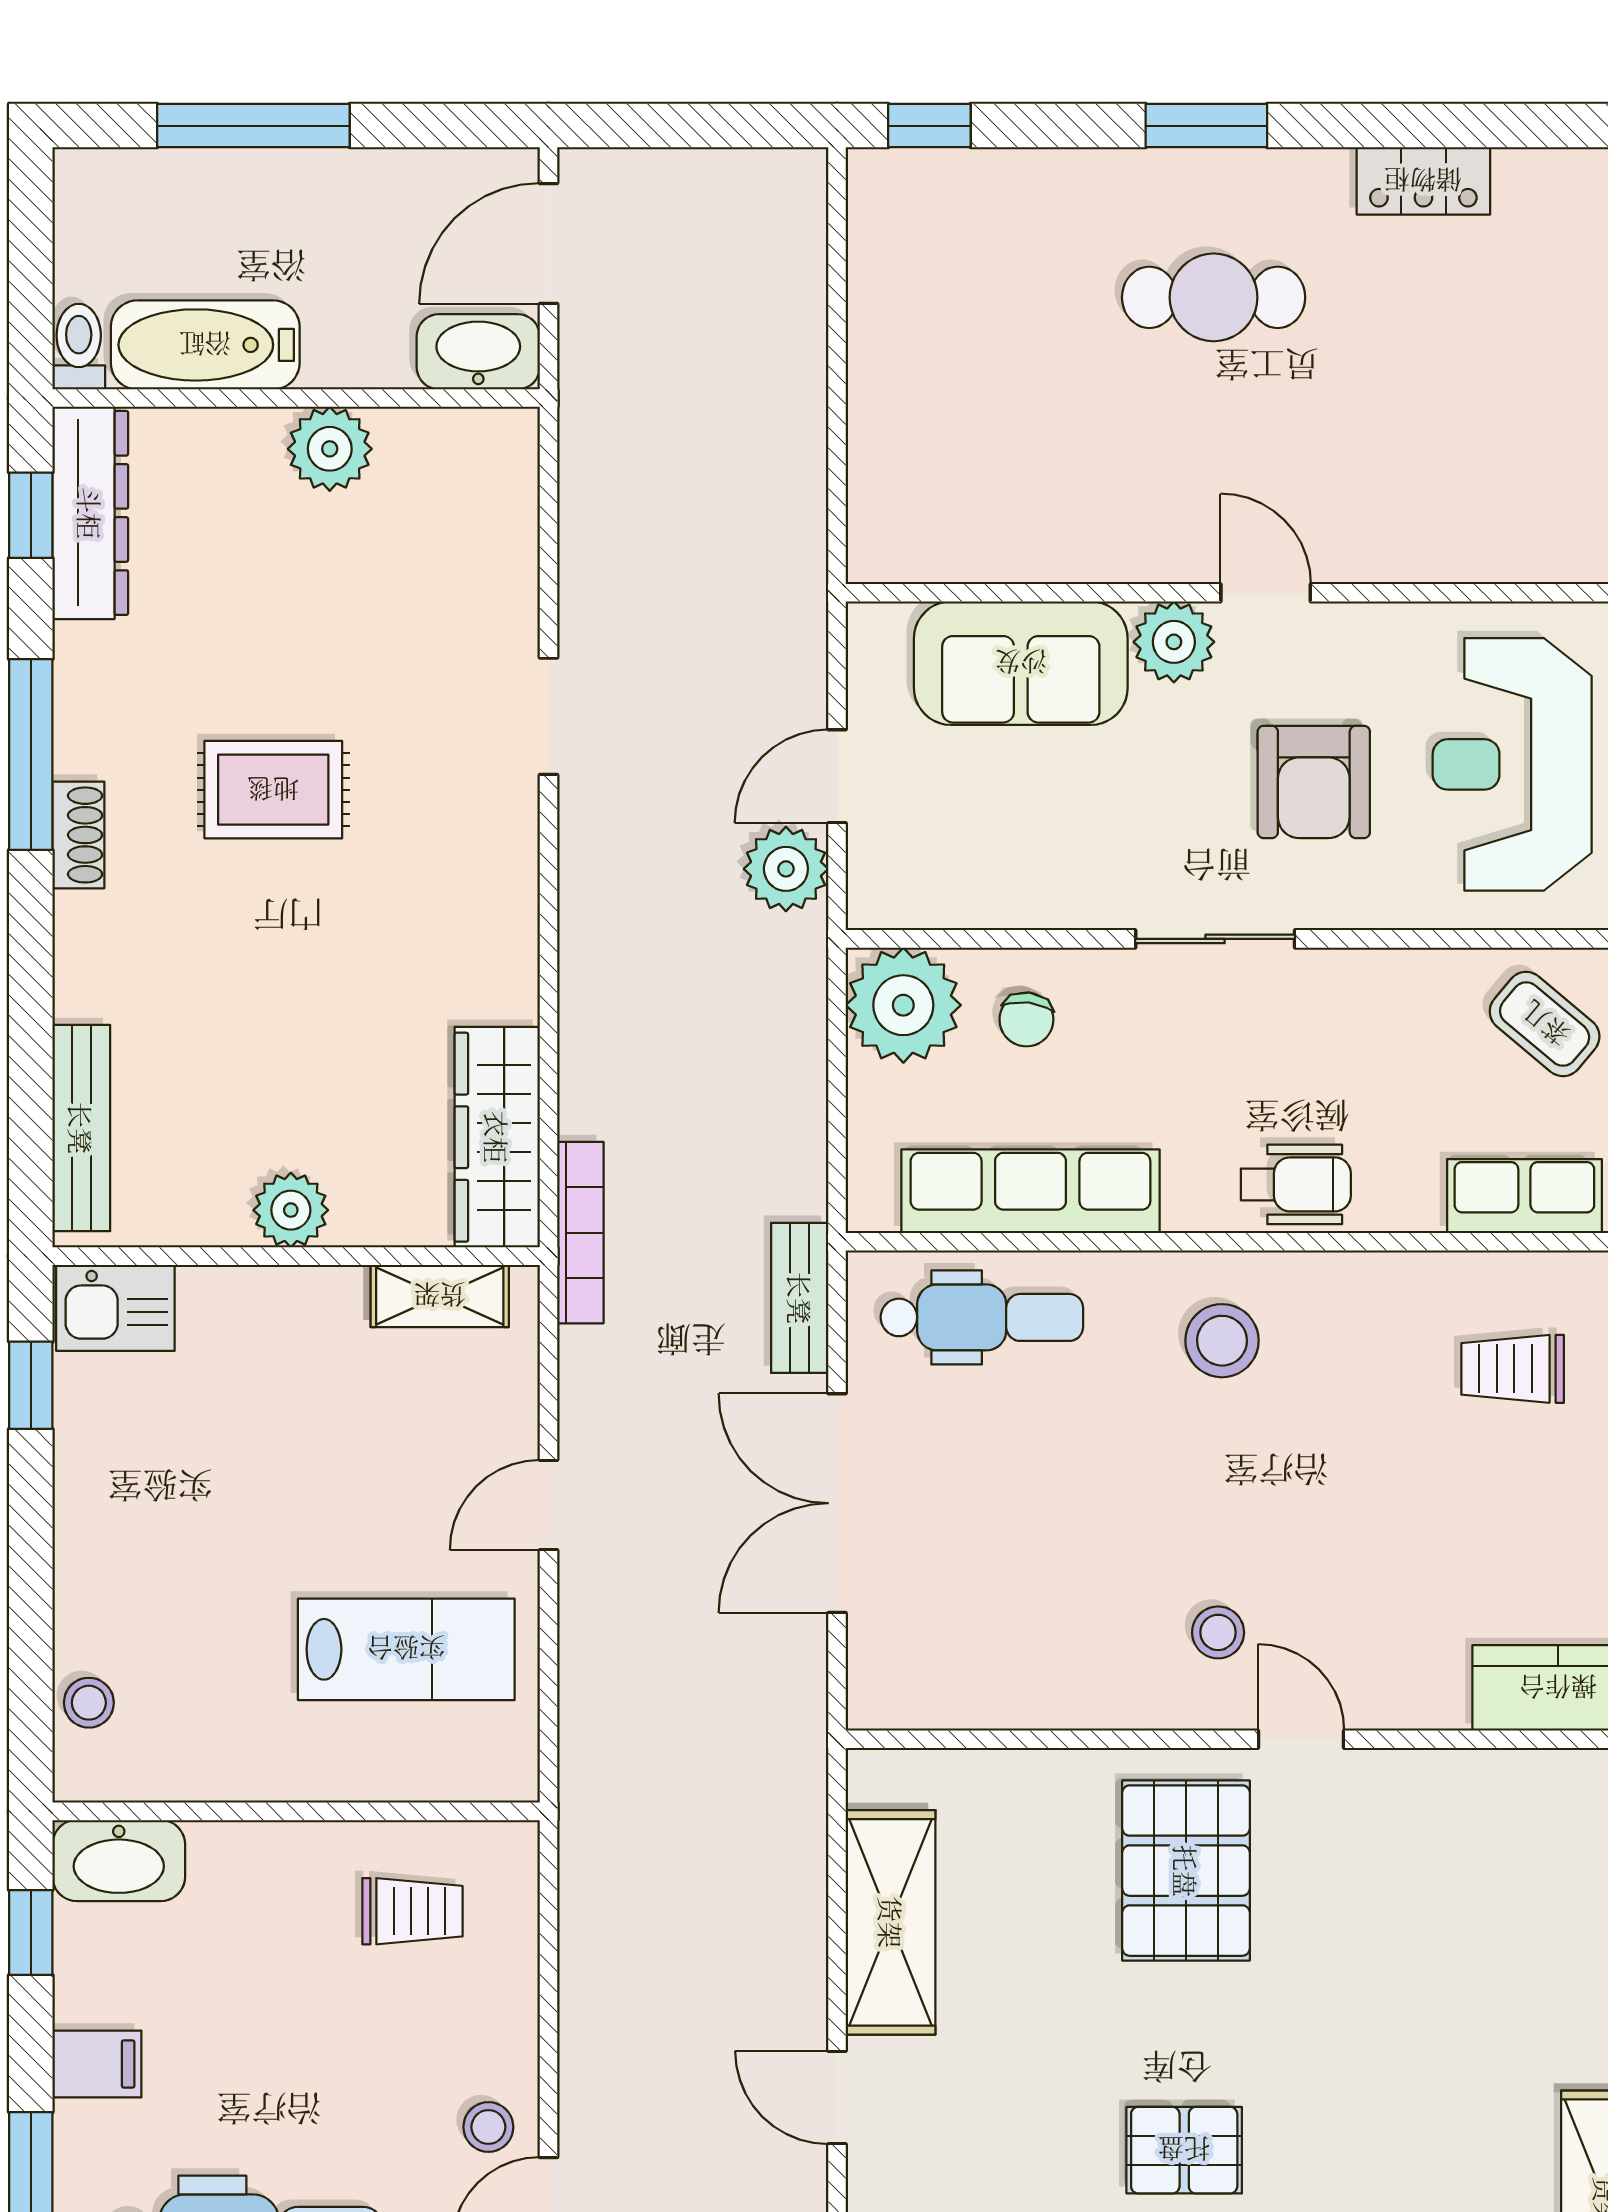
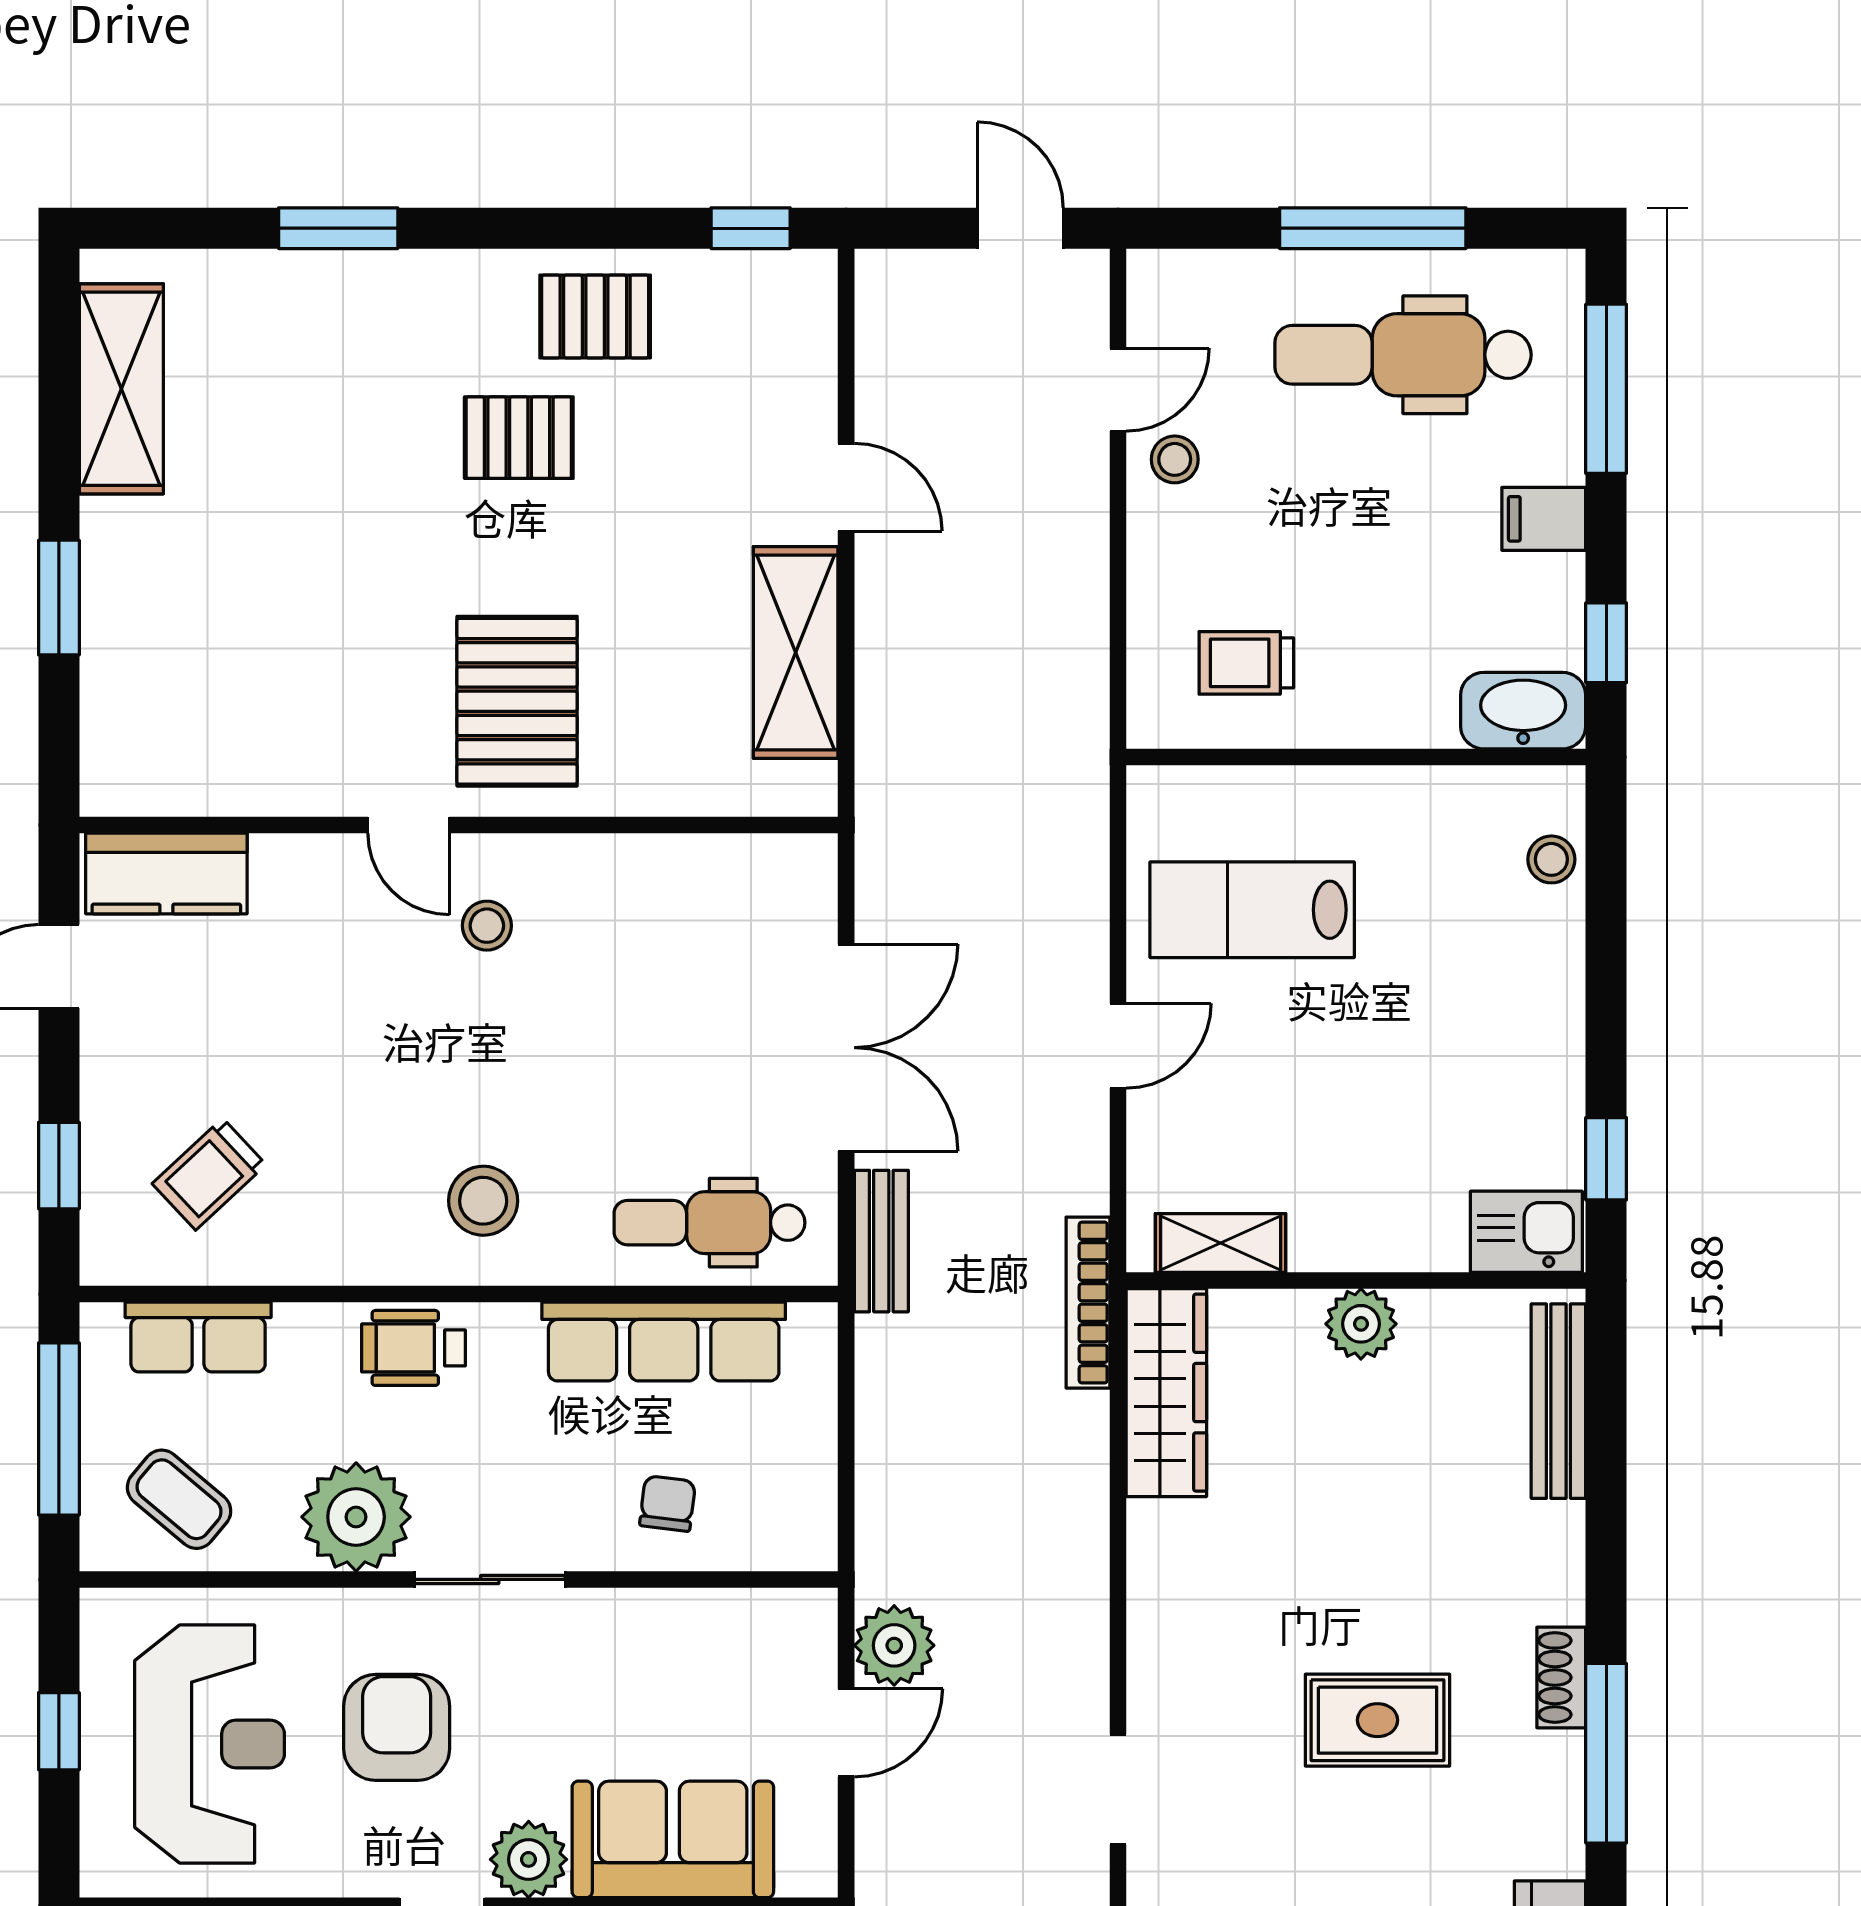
plant: (903, 1005) -> (356, 1517), moved
trolley: (1513, 1369) -> (209, 1174), turned 137

